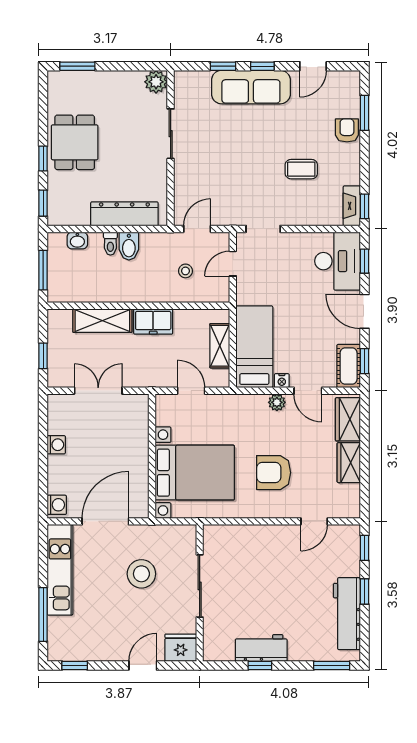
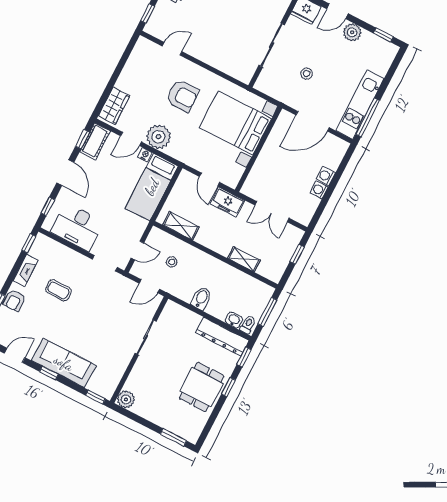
window: (223, 66) -> (96, 397), moved
sliding door: (171, 134) -> (146, 337), moved
fireplace: (352, 206) -> (26, 270), moved
dresser: (124, 214) -> (222, 337), moved
toilet: (110, 244) -> (248, 325), moved
desk: (338, 261) -> (77, 227), moved, turned -90
shelving: (102, 321) -> (244, 259), width x0.67, depth x0.75
freezer: (153, 322) -> (227, 202), moved, turned 180
shelving: (220, 346) -> (181, 226), moved, turned 90
door: (308, 391) -> (131, 139), swing flipped
plant: (277, 402) -> (158, 137), width x1.87, depth x1.87
wardrobe: (349, 463) -> (128, 76), removed
washing machine: (57, 505) -> (326, 176), moved
stool: (141, 574) -> (307, 73), width x0.53, depth x0.53
window: (43, 614) -> (368, 117), moved
plant: (113, 650) -> (352, 32), added

